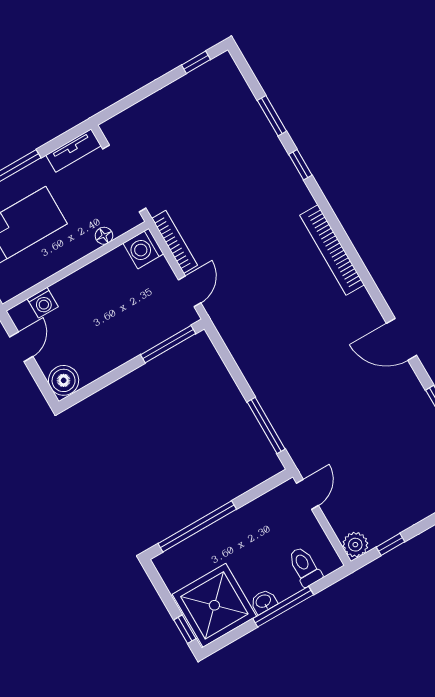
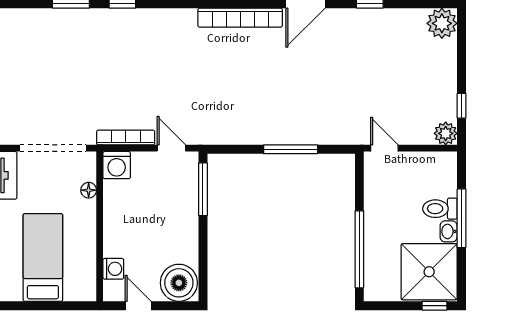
bookcase: (332, 250) -> (240, 18), moved
boiler: (64, 380) -> (179, 283), width x1.37, depth x1.37
window: (266, 425) -> (291, 149), moved
toilet: (305, 567) -> (440, 209), moved

